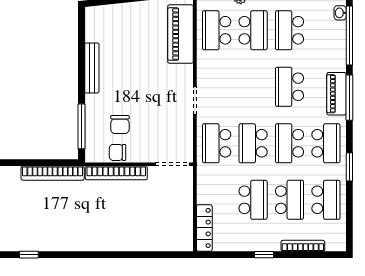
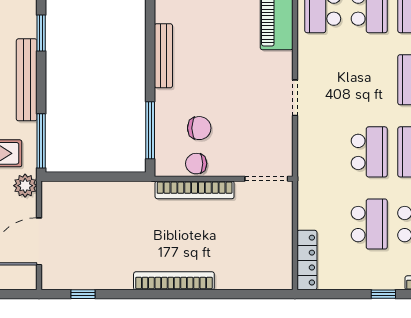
chair: (120, 125) -> (199, 128), turned -90
school desk: (217, 143) -> (323, 152), removed
school desk: (253, 143) -> (369, 152), turned 180
bookcase: (53, 173) -> (174, 281), moved, turned 180

